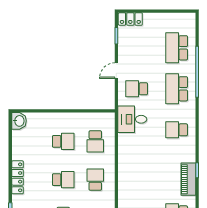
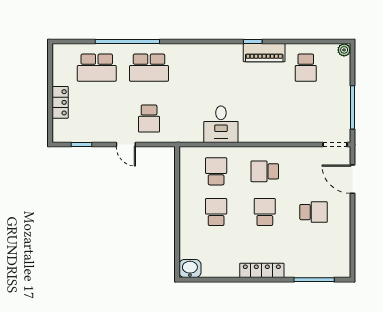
locker: (130, 19) -> (60, 102), moved
desk: (132, 119) -> (221, 124), moved
school desk: (177, 130) -> (201, 68), removed
school desk: (95, 141) -> (216, 171), turned -90

